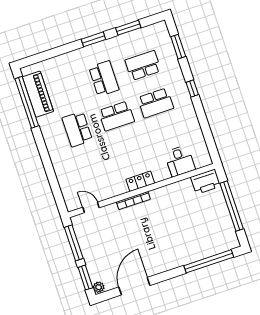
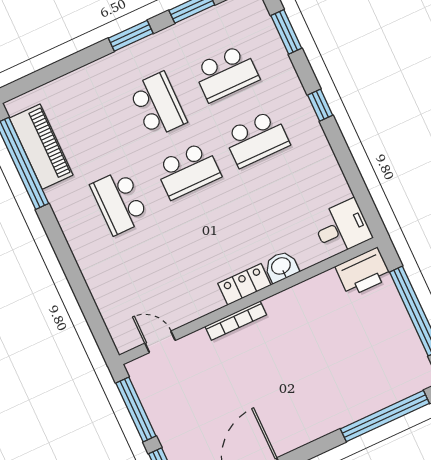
school desk: (143, 65) -> (226, 73), turned 180
desk: (180, 161) -> (342, 228), moved, turned -90
washbasin: (161, 174) -> (281, 267), added

